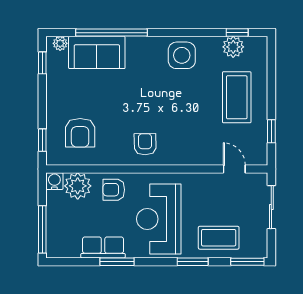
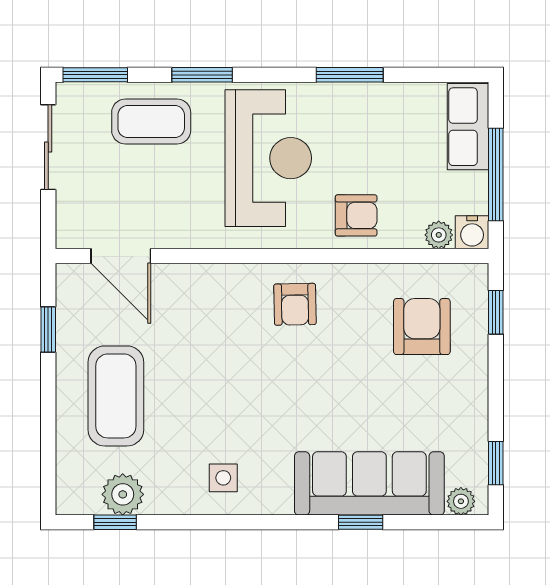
window: (112, 33) -> (361, 522), width x0.32
sofa: (97, 52) -> (369, 483), width x1.36
side table: (182, 55) -> (223, 478), width x0.54, depth x0.54
door: (234, 169) -> (121, 256), width x1.38
plant: (78, 186) -> (439, 235), width x0.53, depth x0.53
sliding door: (271, 207) -> (48, 147), moved
window: (42, 229) -> (496, 175), moved
row of seats: (103, 247) -> (468, 127), moved, turned 90

